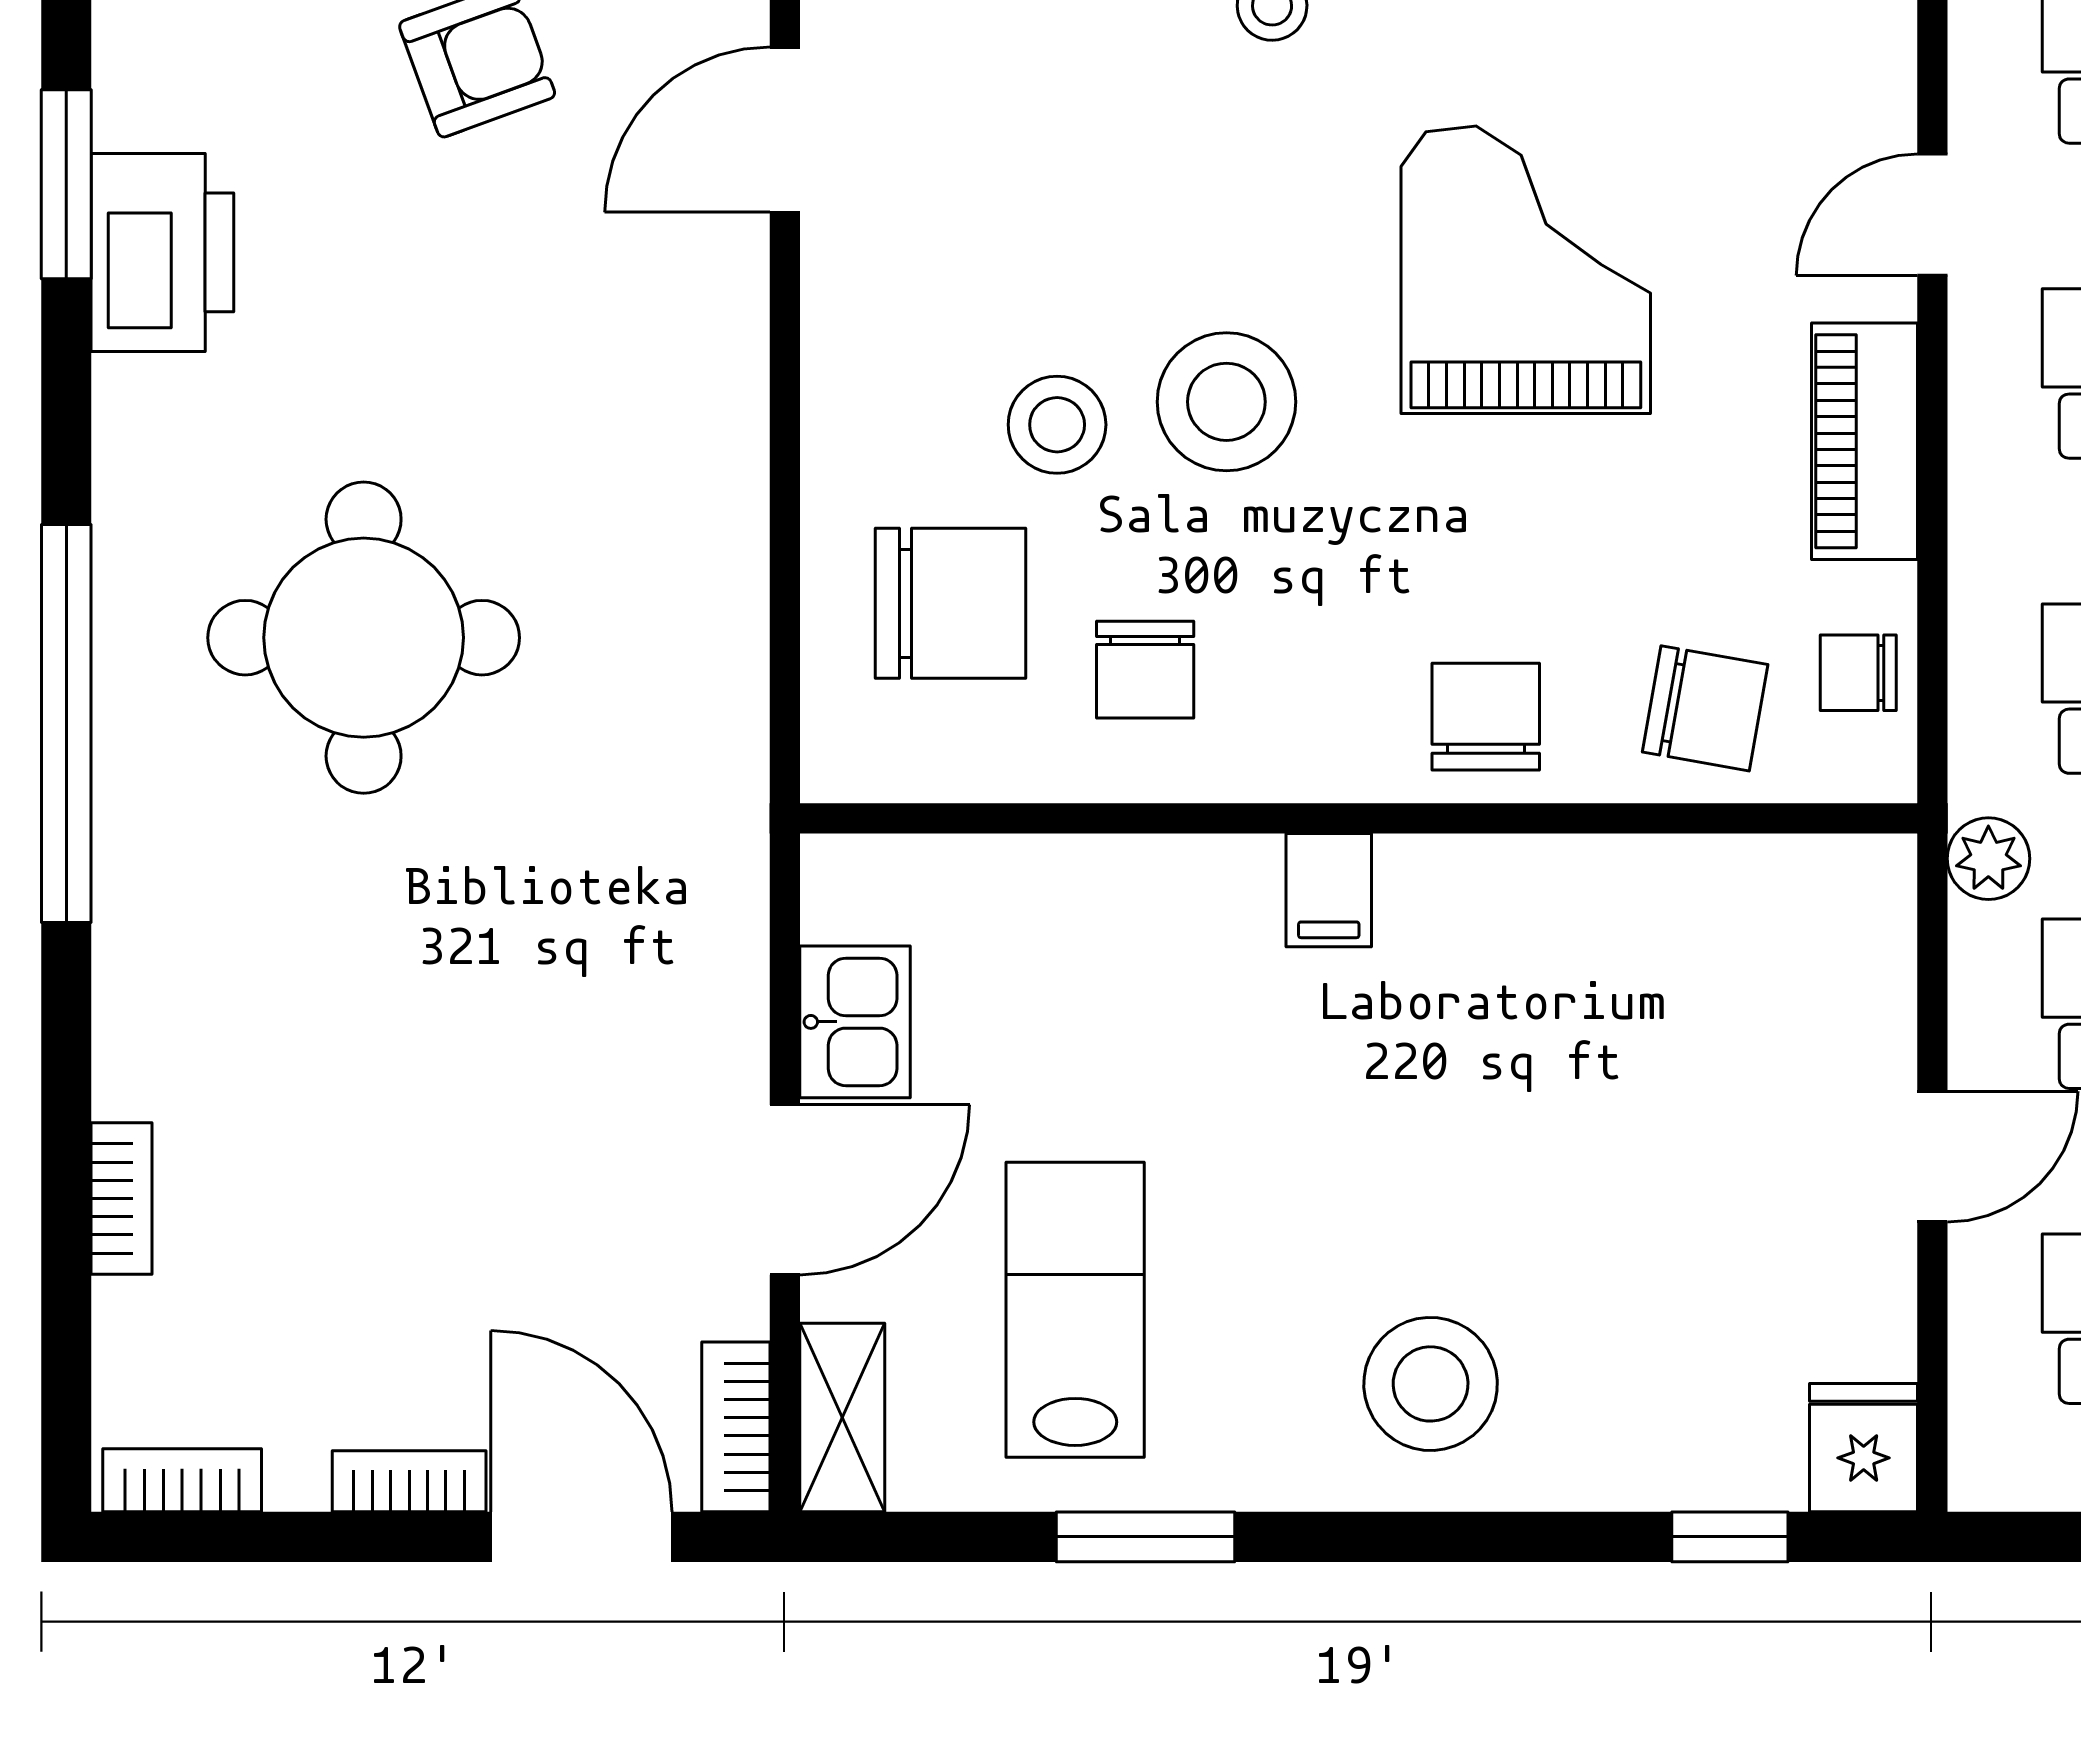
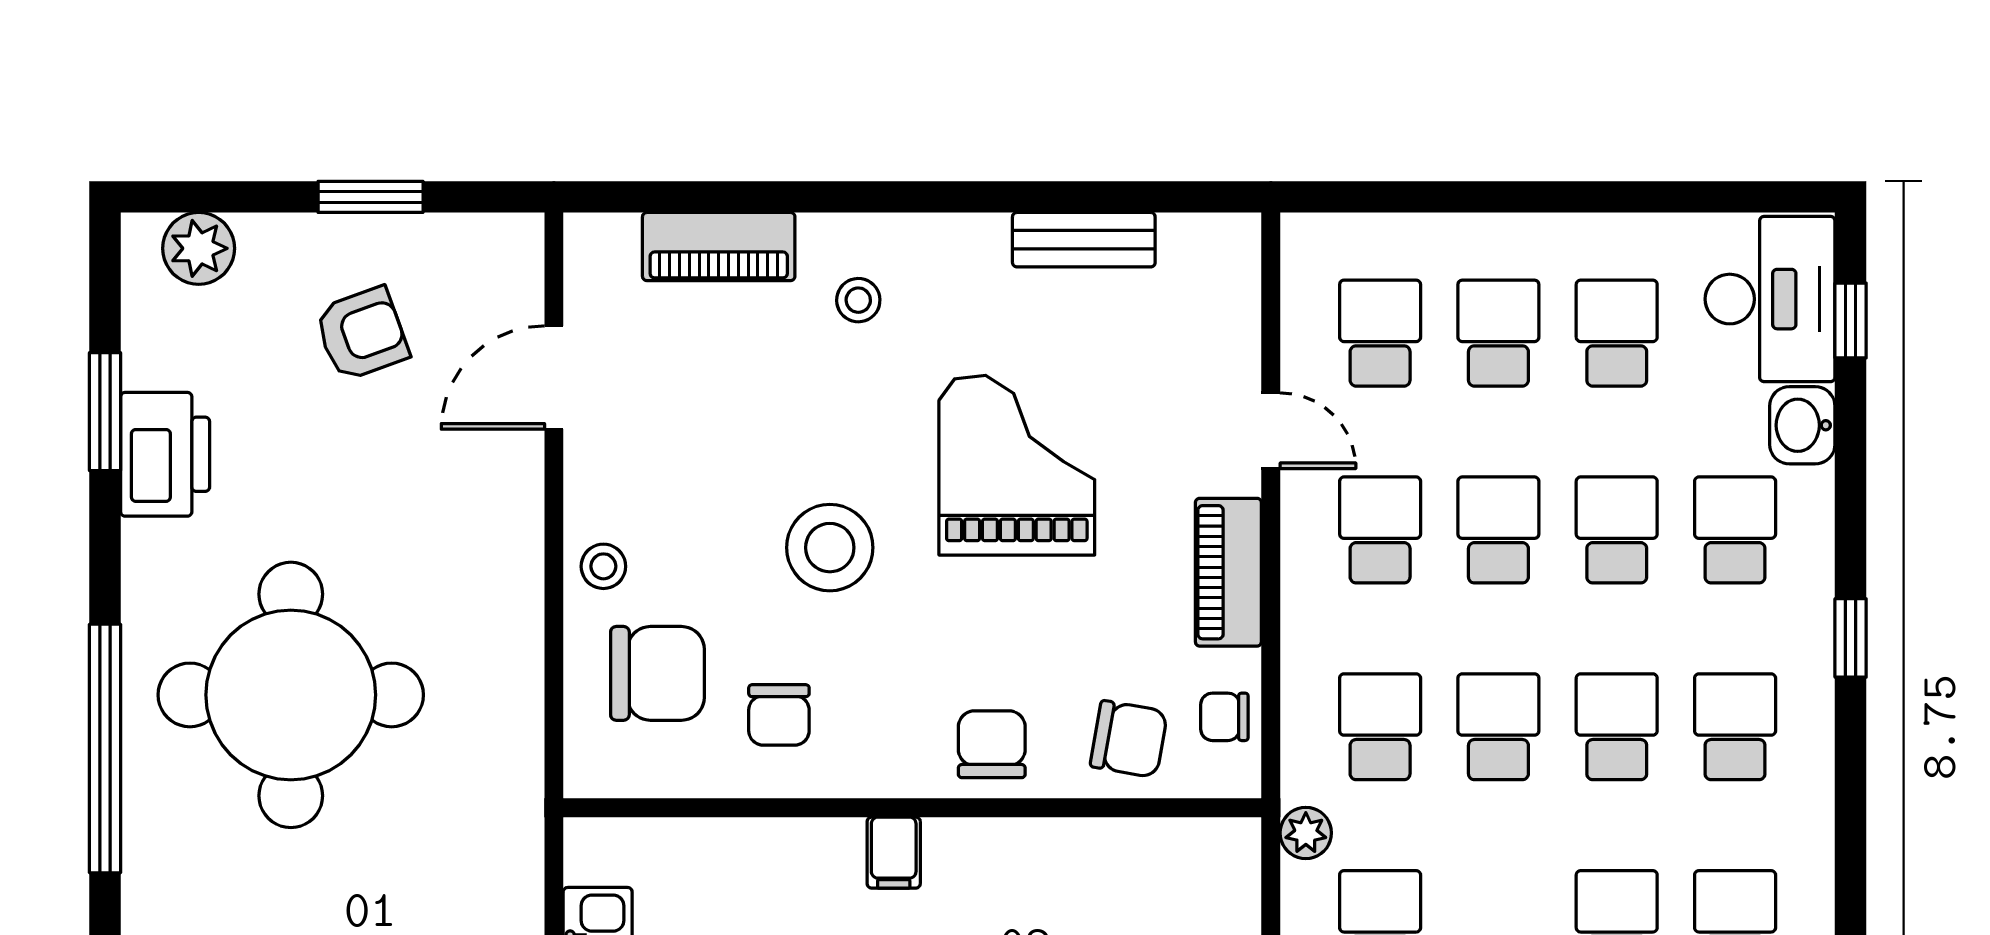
door: (1932, 215) -> (1271, 431), swing flipped
stool: (1057, 425) -> (603, 566), moved, width x0.73, depth x0.73
round table: (364, 638) -> (291, 695), width x1.36, depth x1.36

